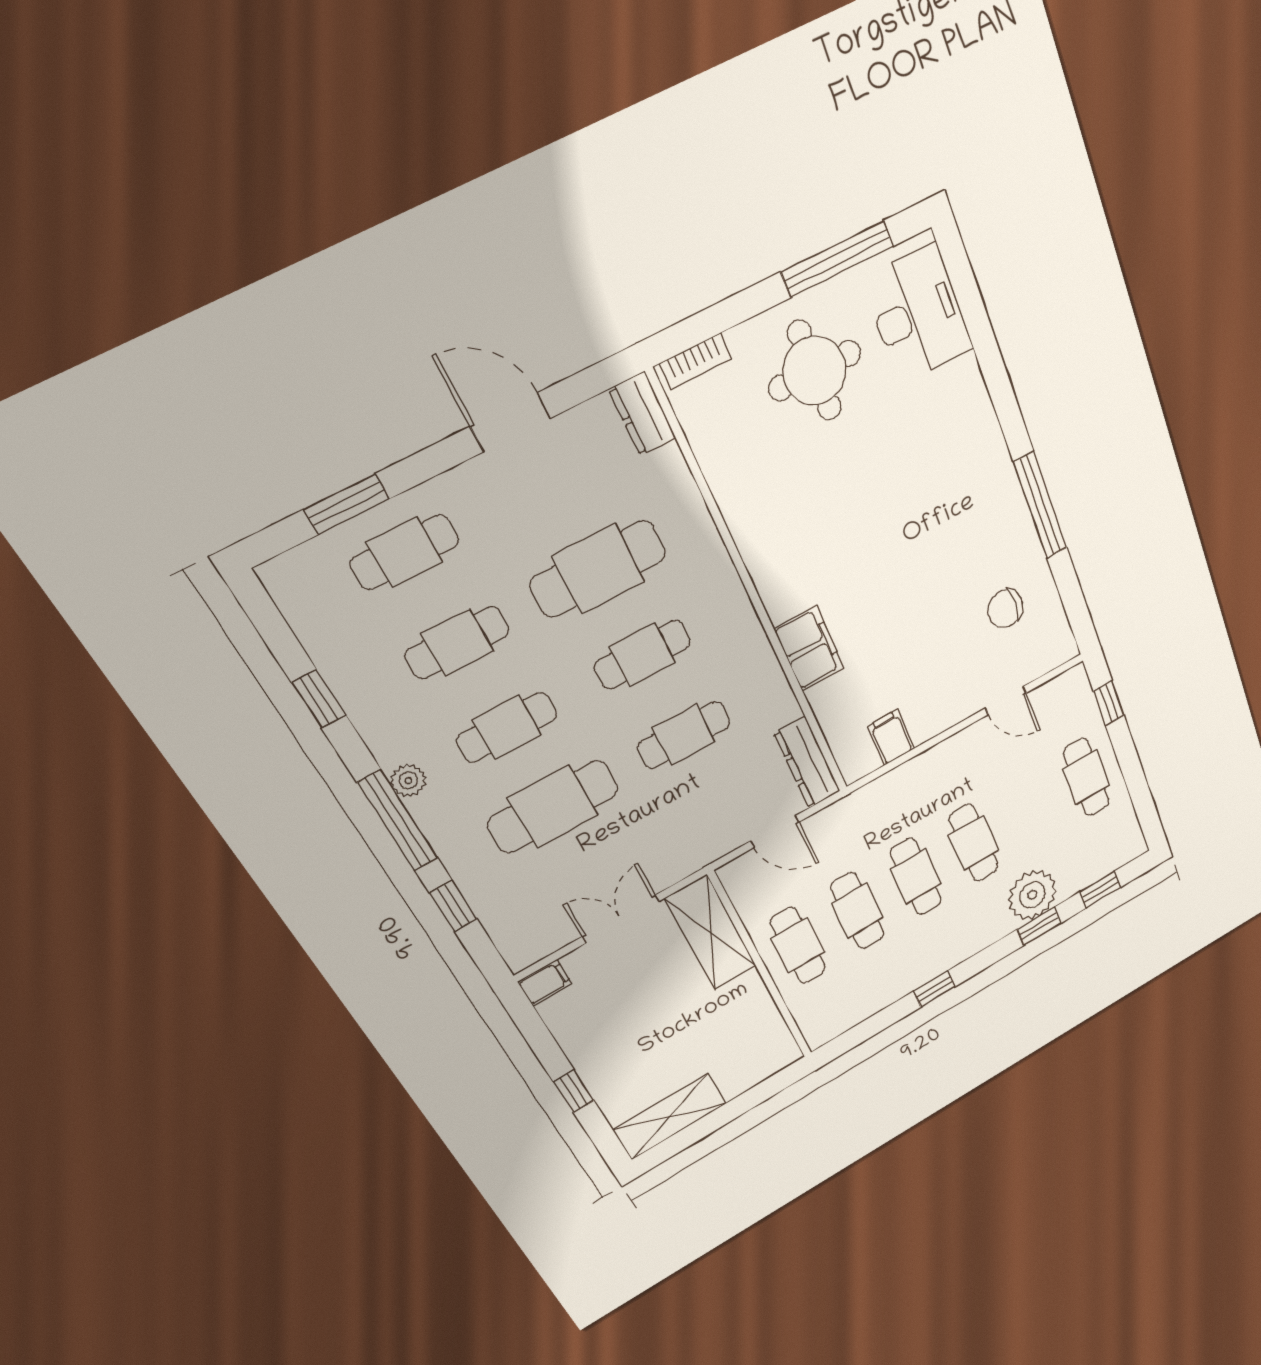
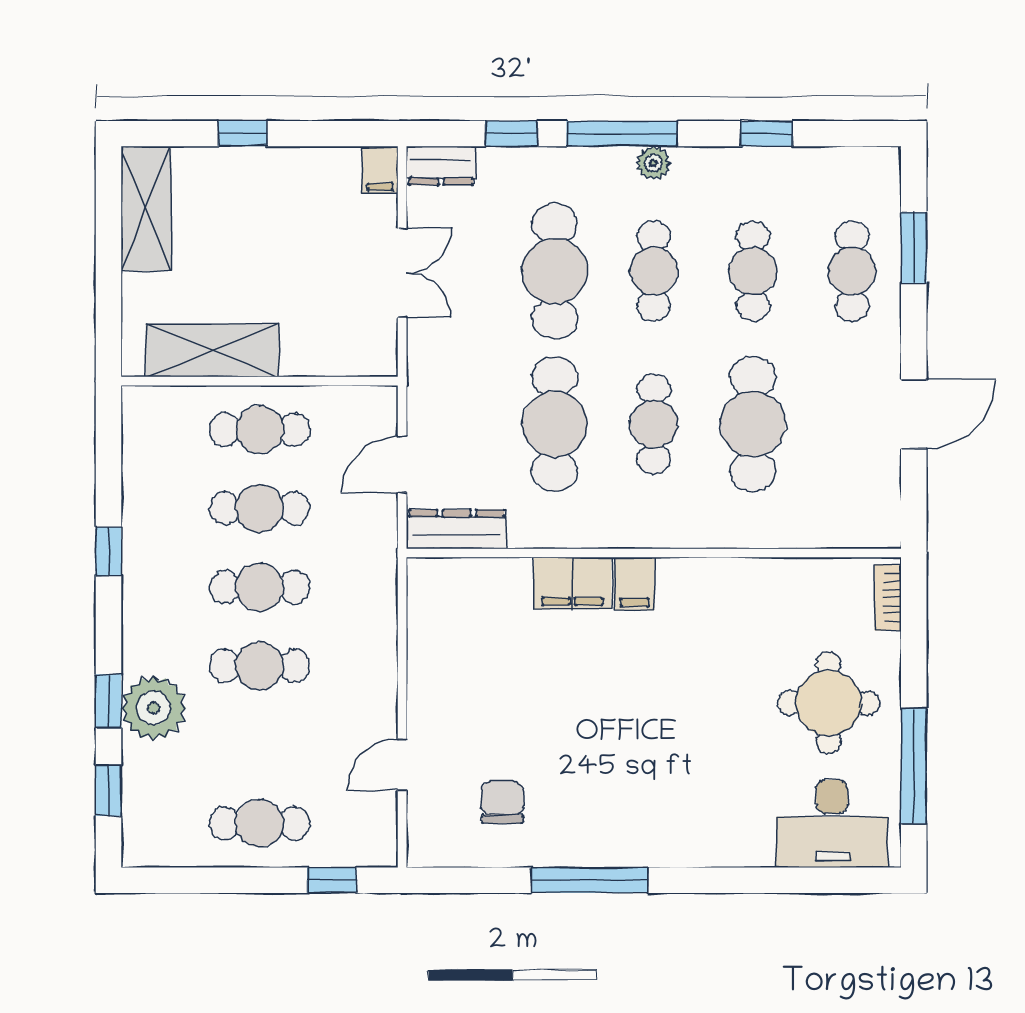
dresser: (642, 414) -> (441, 166), moved, turned 180
cafe table: (684, 735) -> (555, 424), width x1.37, depth x1.35
filing cabinet: (891, 737) -> (635, 584), moved, turned 90
shelving: (711, 933) -> (212, 350), moved

